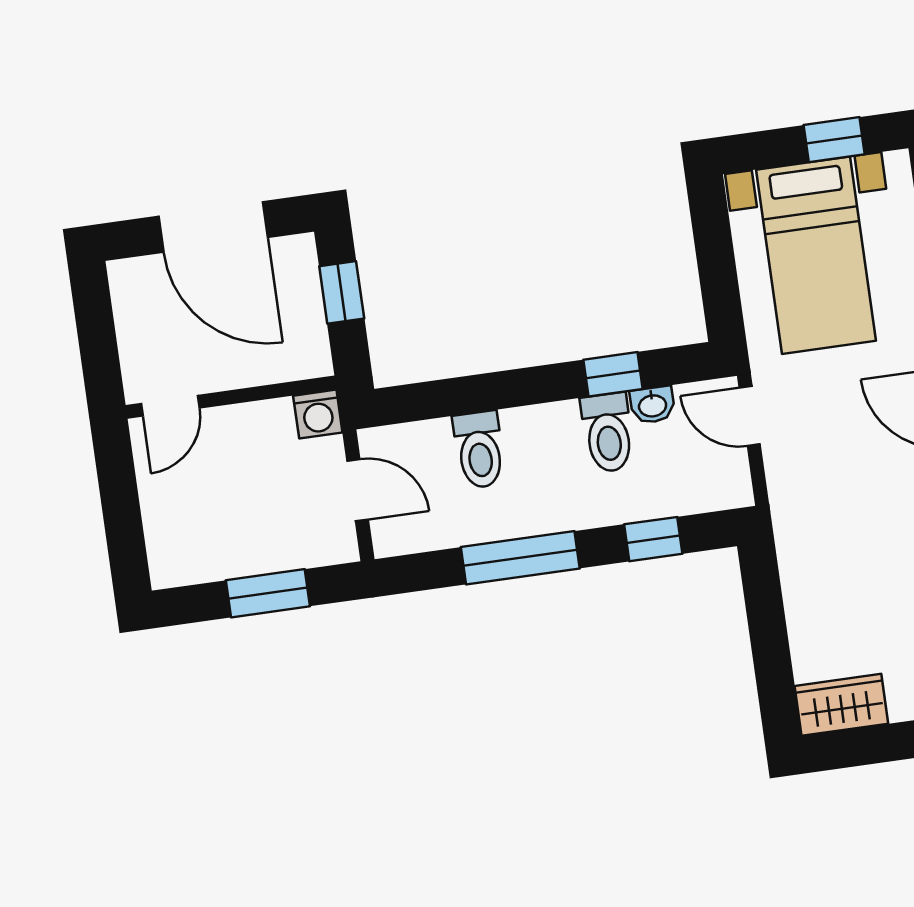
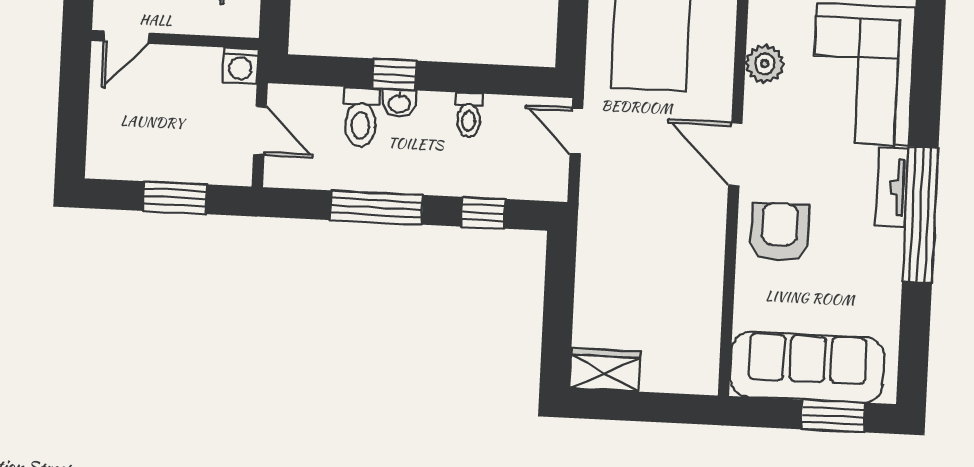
window: (613, 374) -> (394, 74), moved
washbasin: (652, 405) -> (399, 103), moved
toilet: (608, 433) -> (469, 115), width x0.73, depth x0.72

